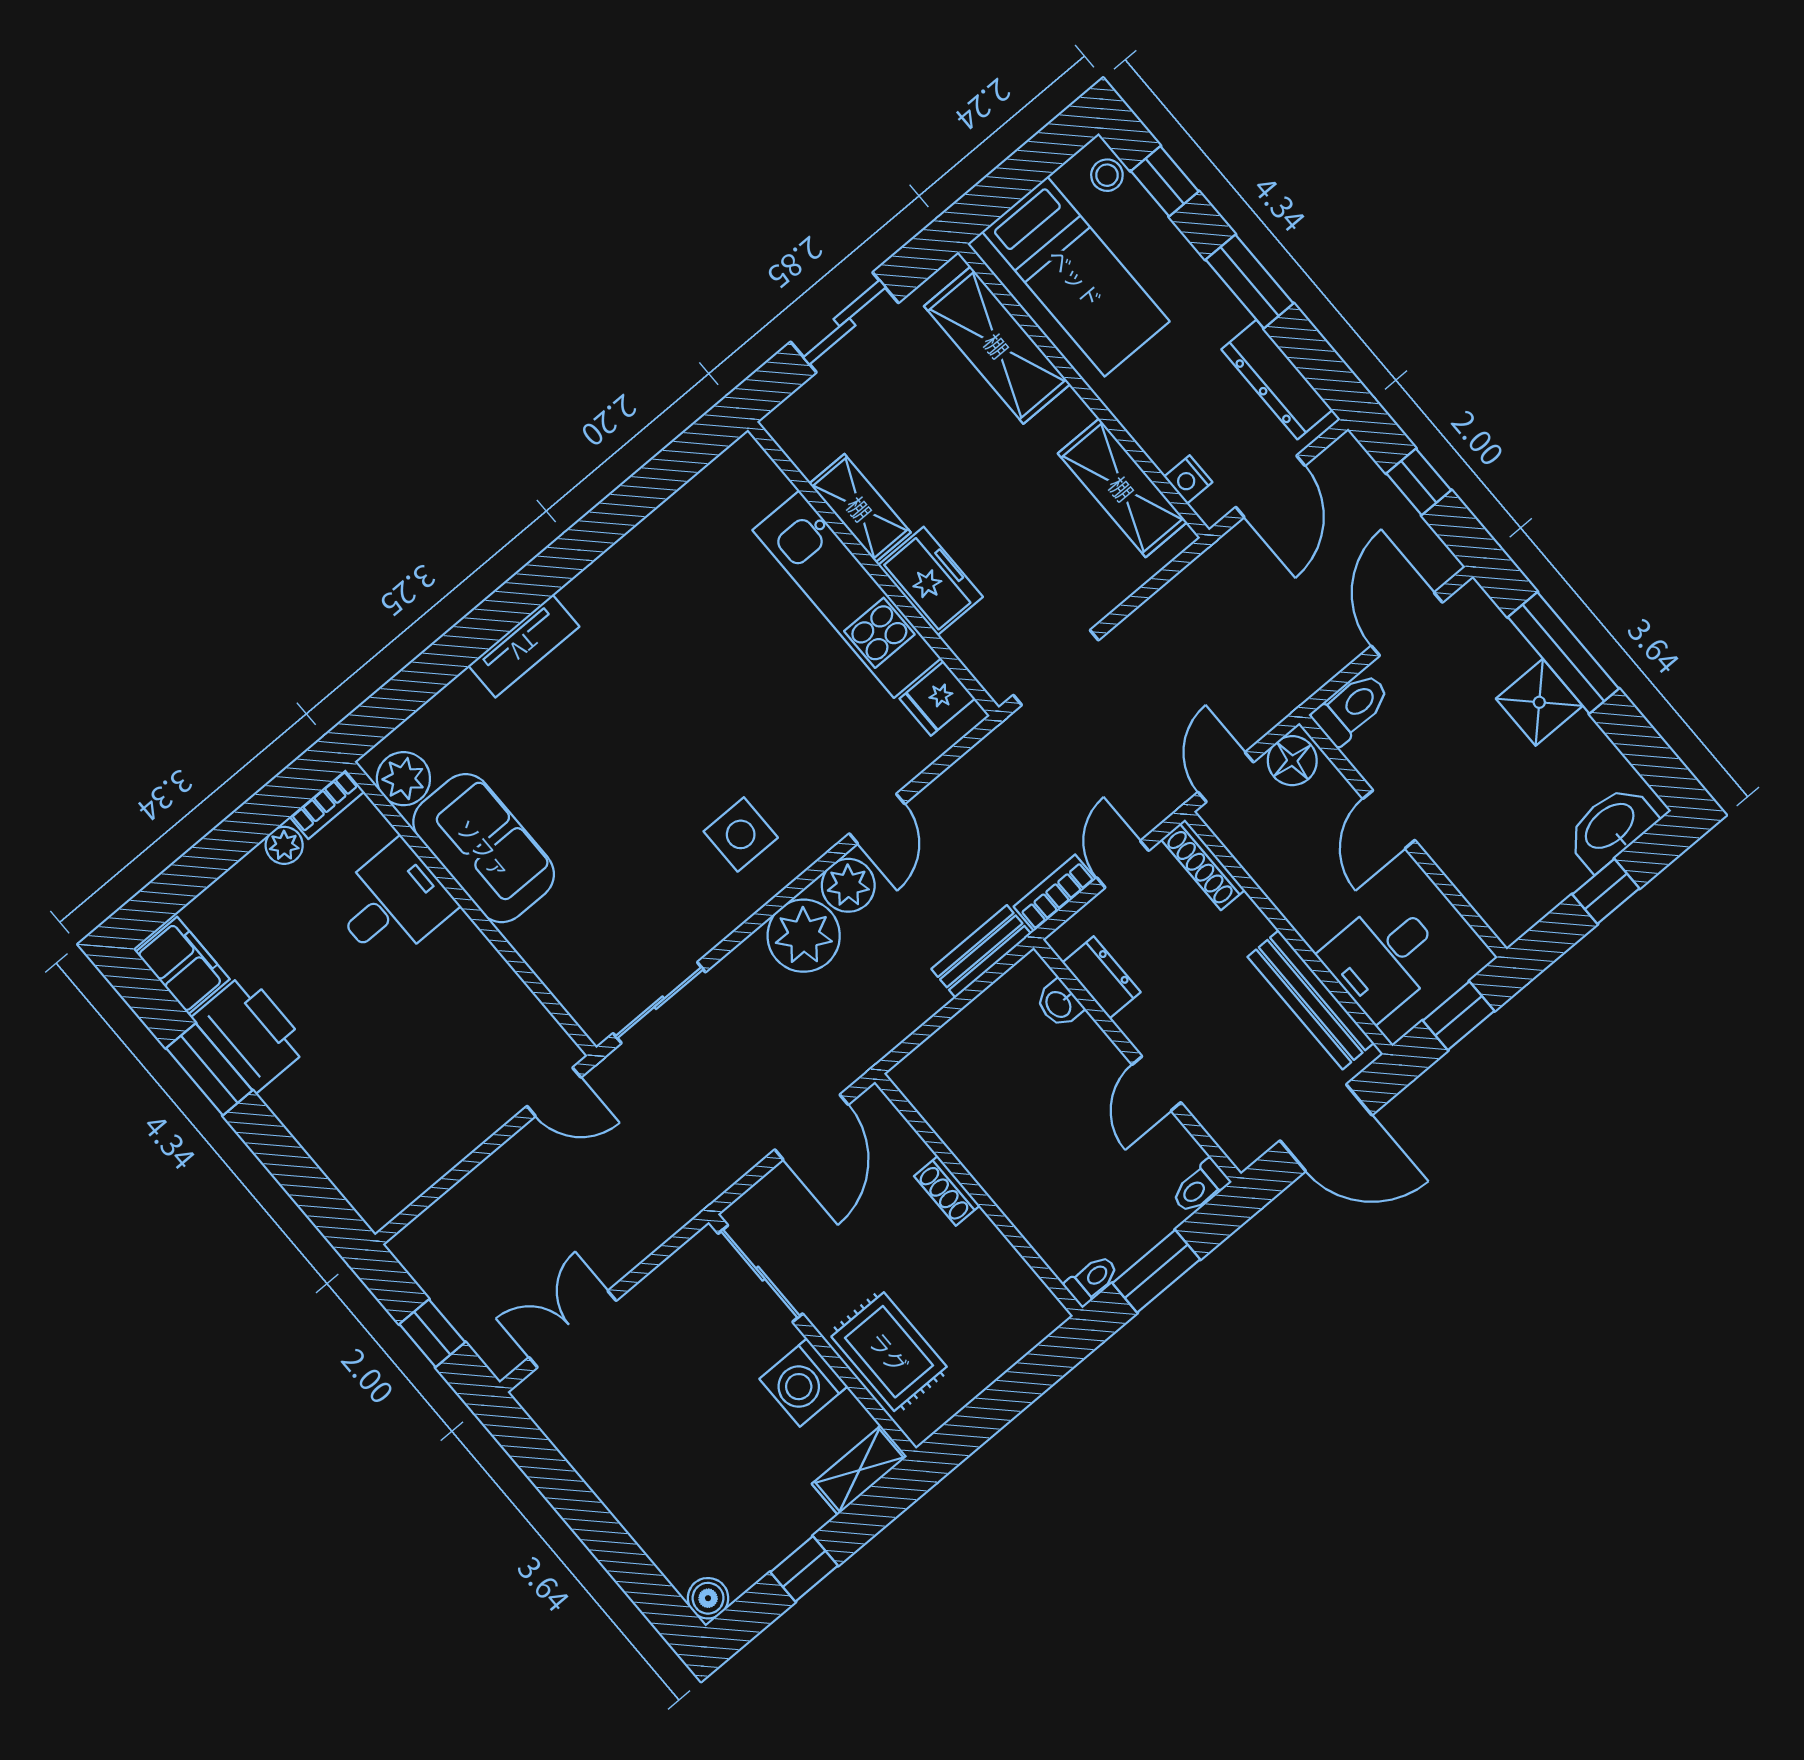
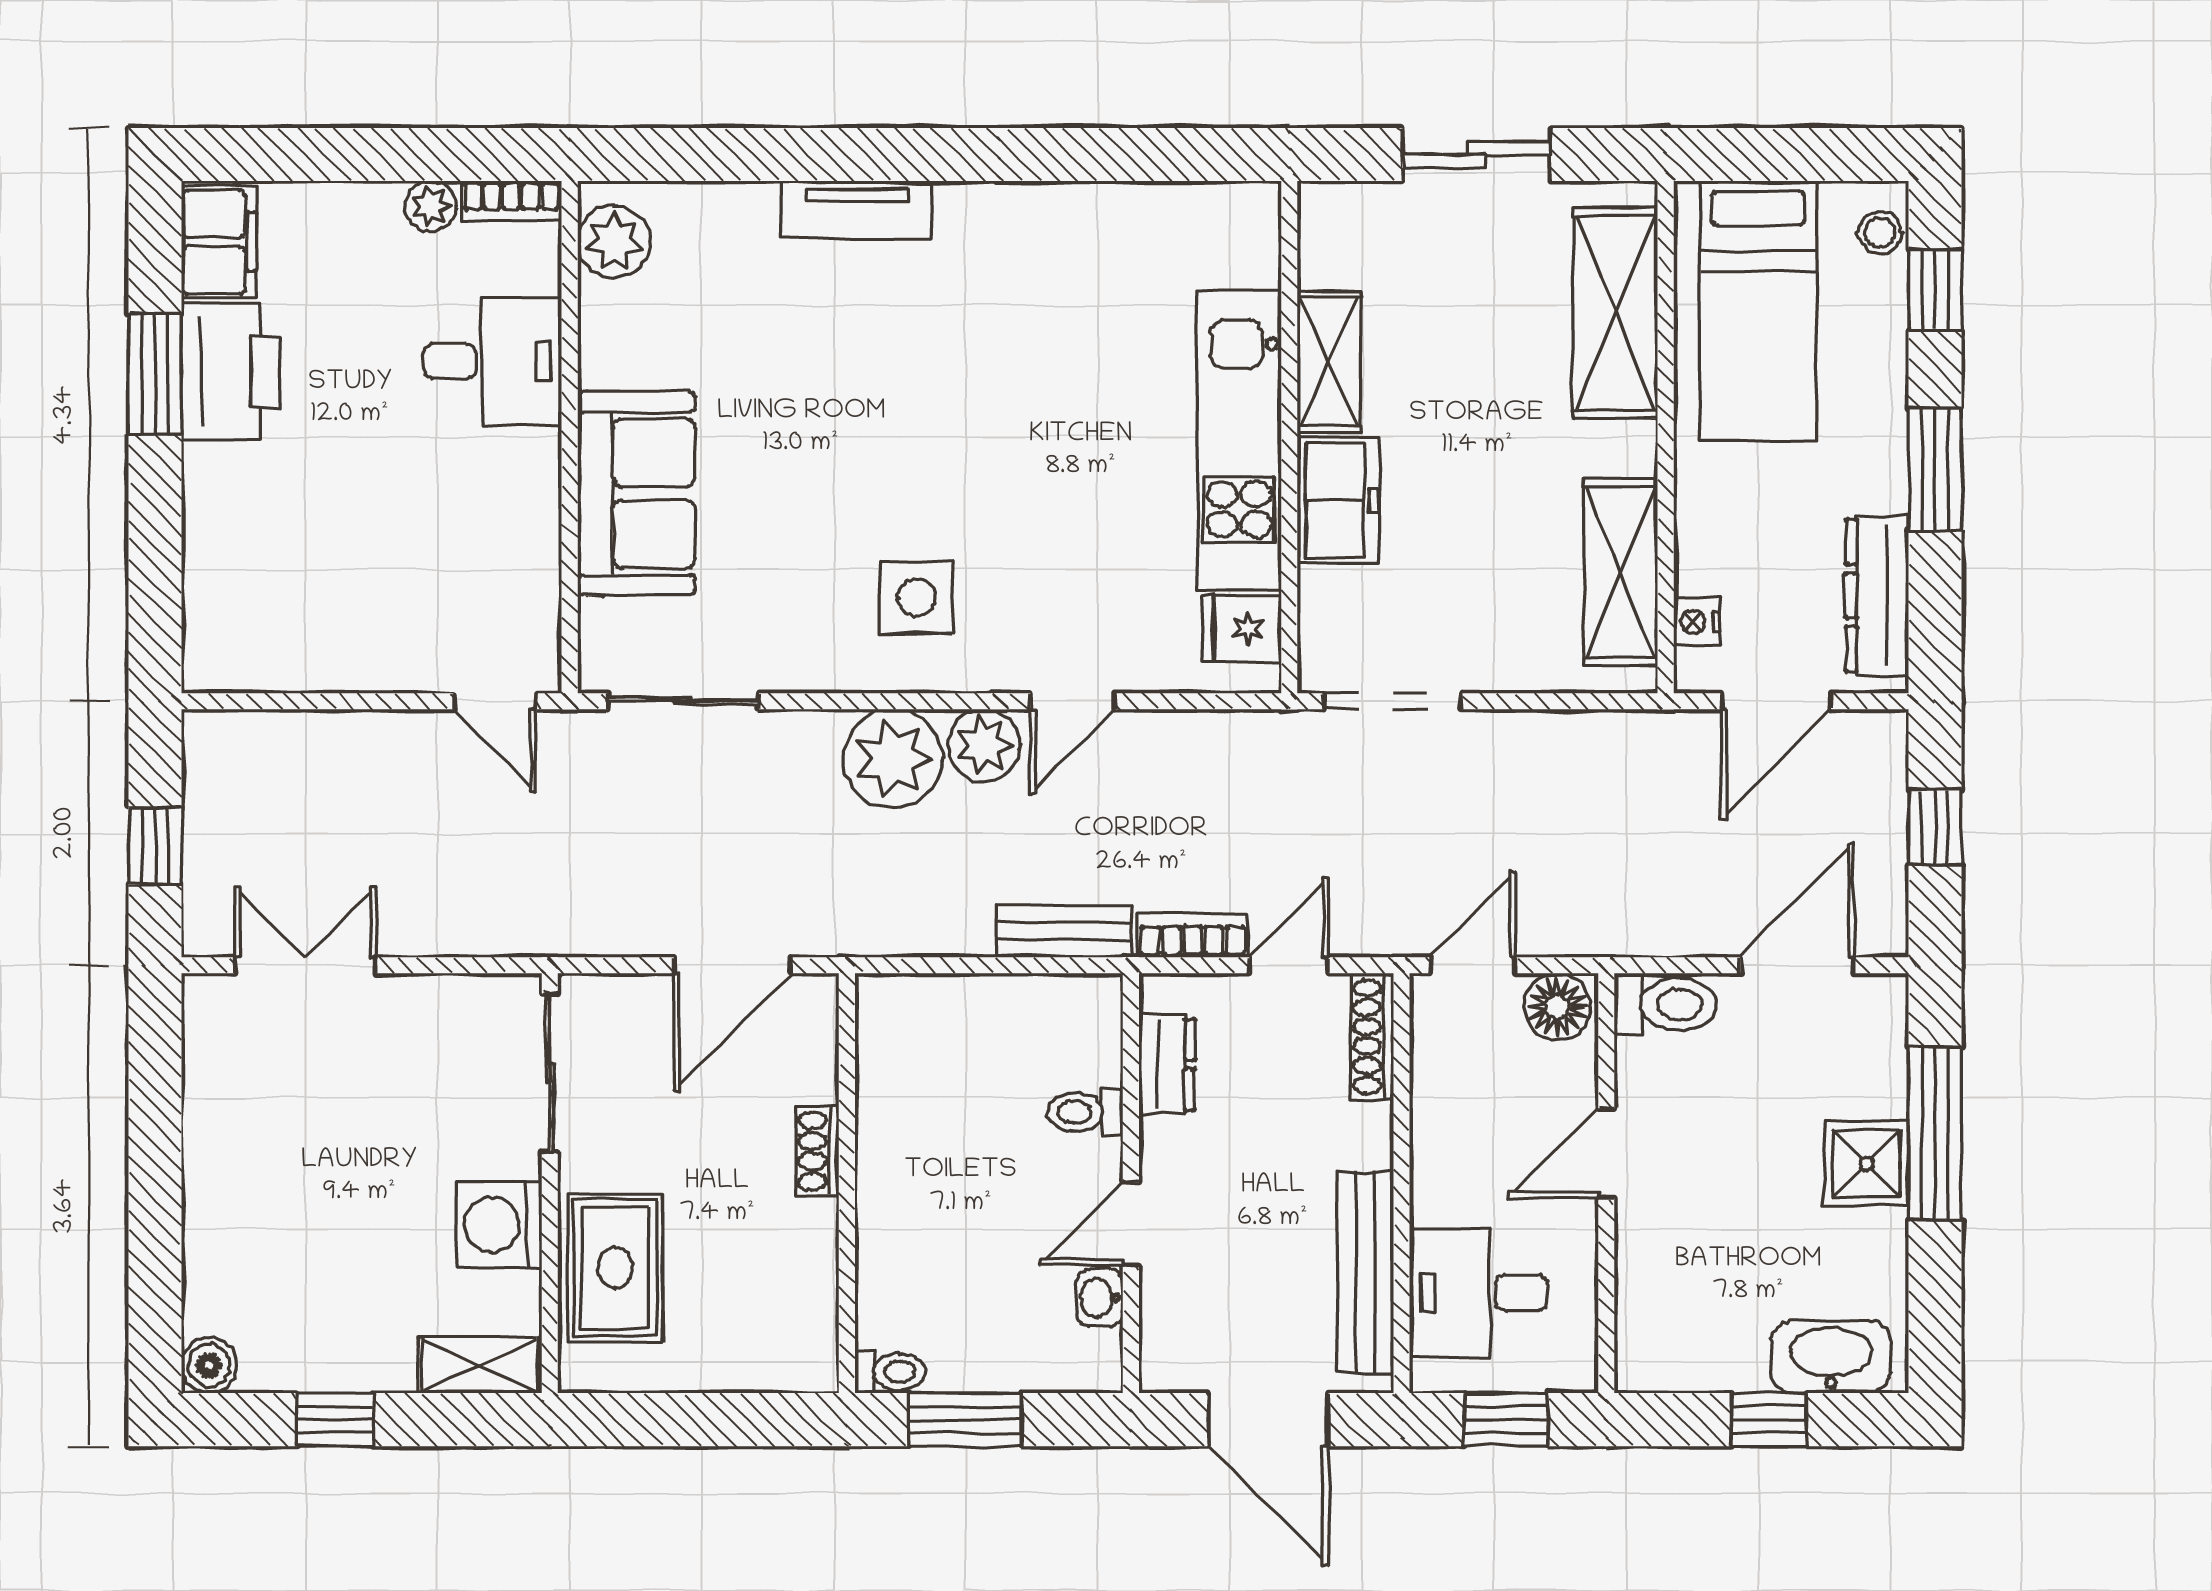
sofa: (484, 848) -> (636, 493), moved
washbasin: (1059, 1004) -> (1100, 1298), moved
toilet: (1200, 1187) -> (1085, 1112), moved

